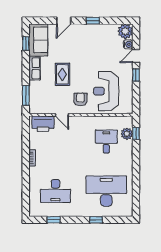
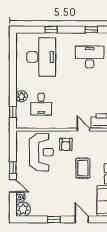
door: (64, 21) -> (82, 219), hinge flipped
door: (136, 56) -> (13, 186), hinge flipped
plant: (127, 134) -> (22, 96), moved
desk: (106, 191) -> (41, 57), turned -90

